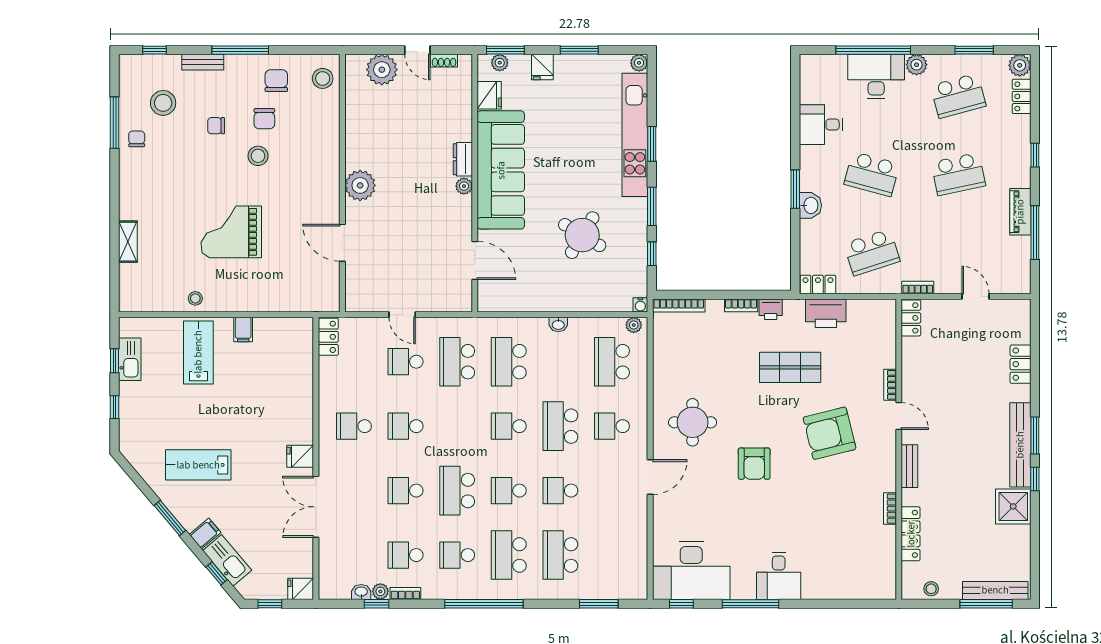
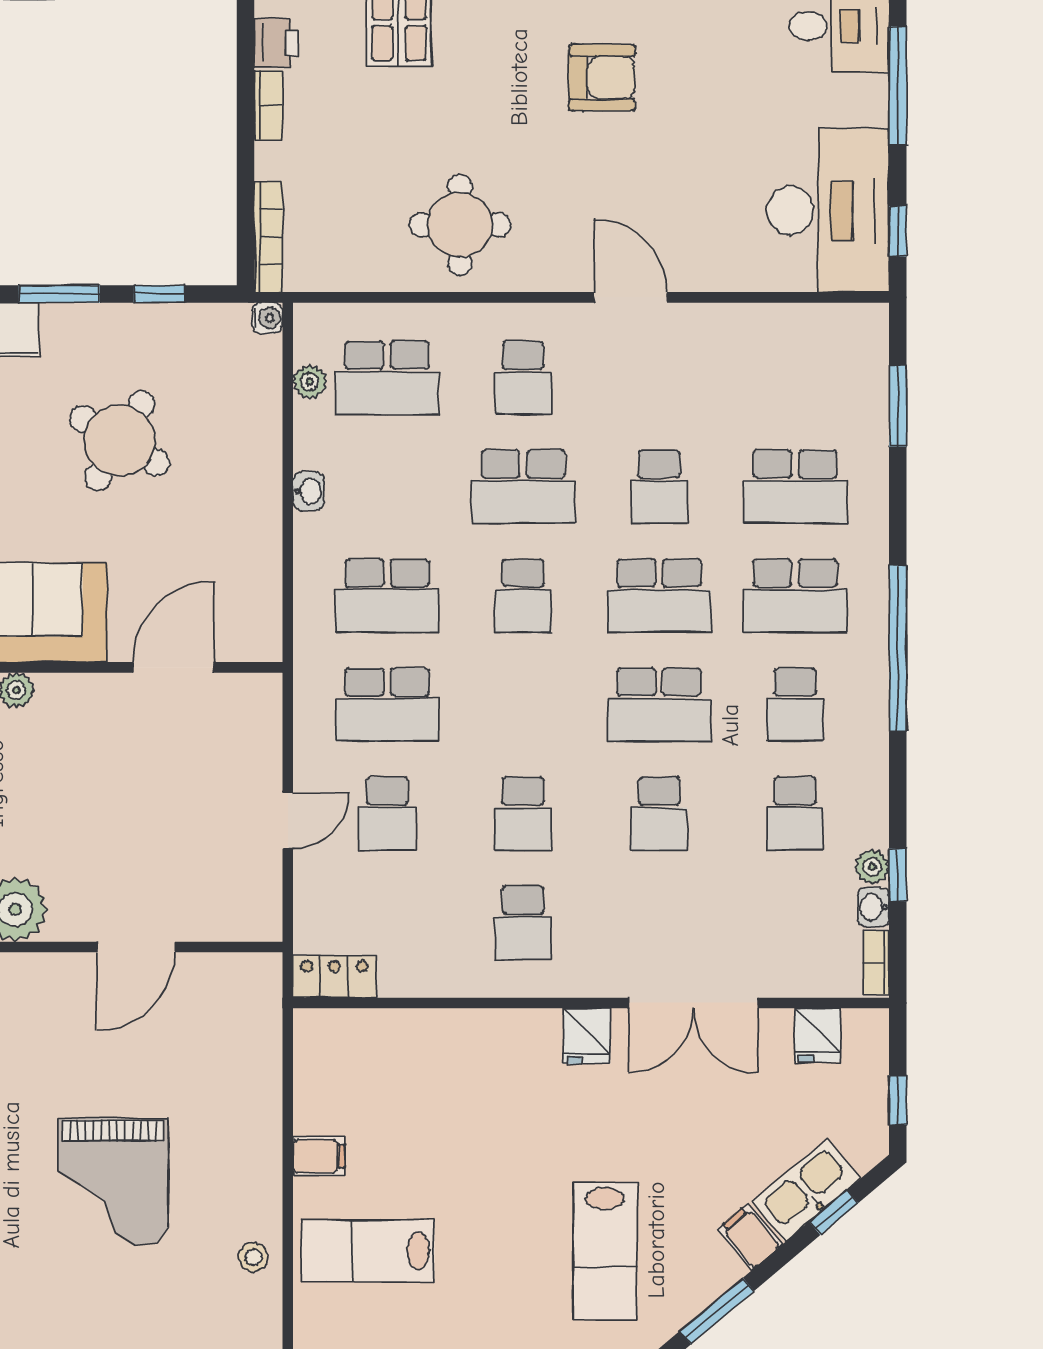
plant: (634, 325) -> (310, 382), moved
round table: (693, 422) -> (460, 225), moved
school desk: (509, 491) -> (659, 596), width x1.85
fridge: (301, 589) -> (818, 1035), moved
bookcase: (405, 594) -> (876, 963), moved

